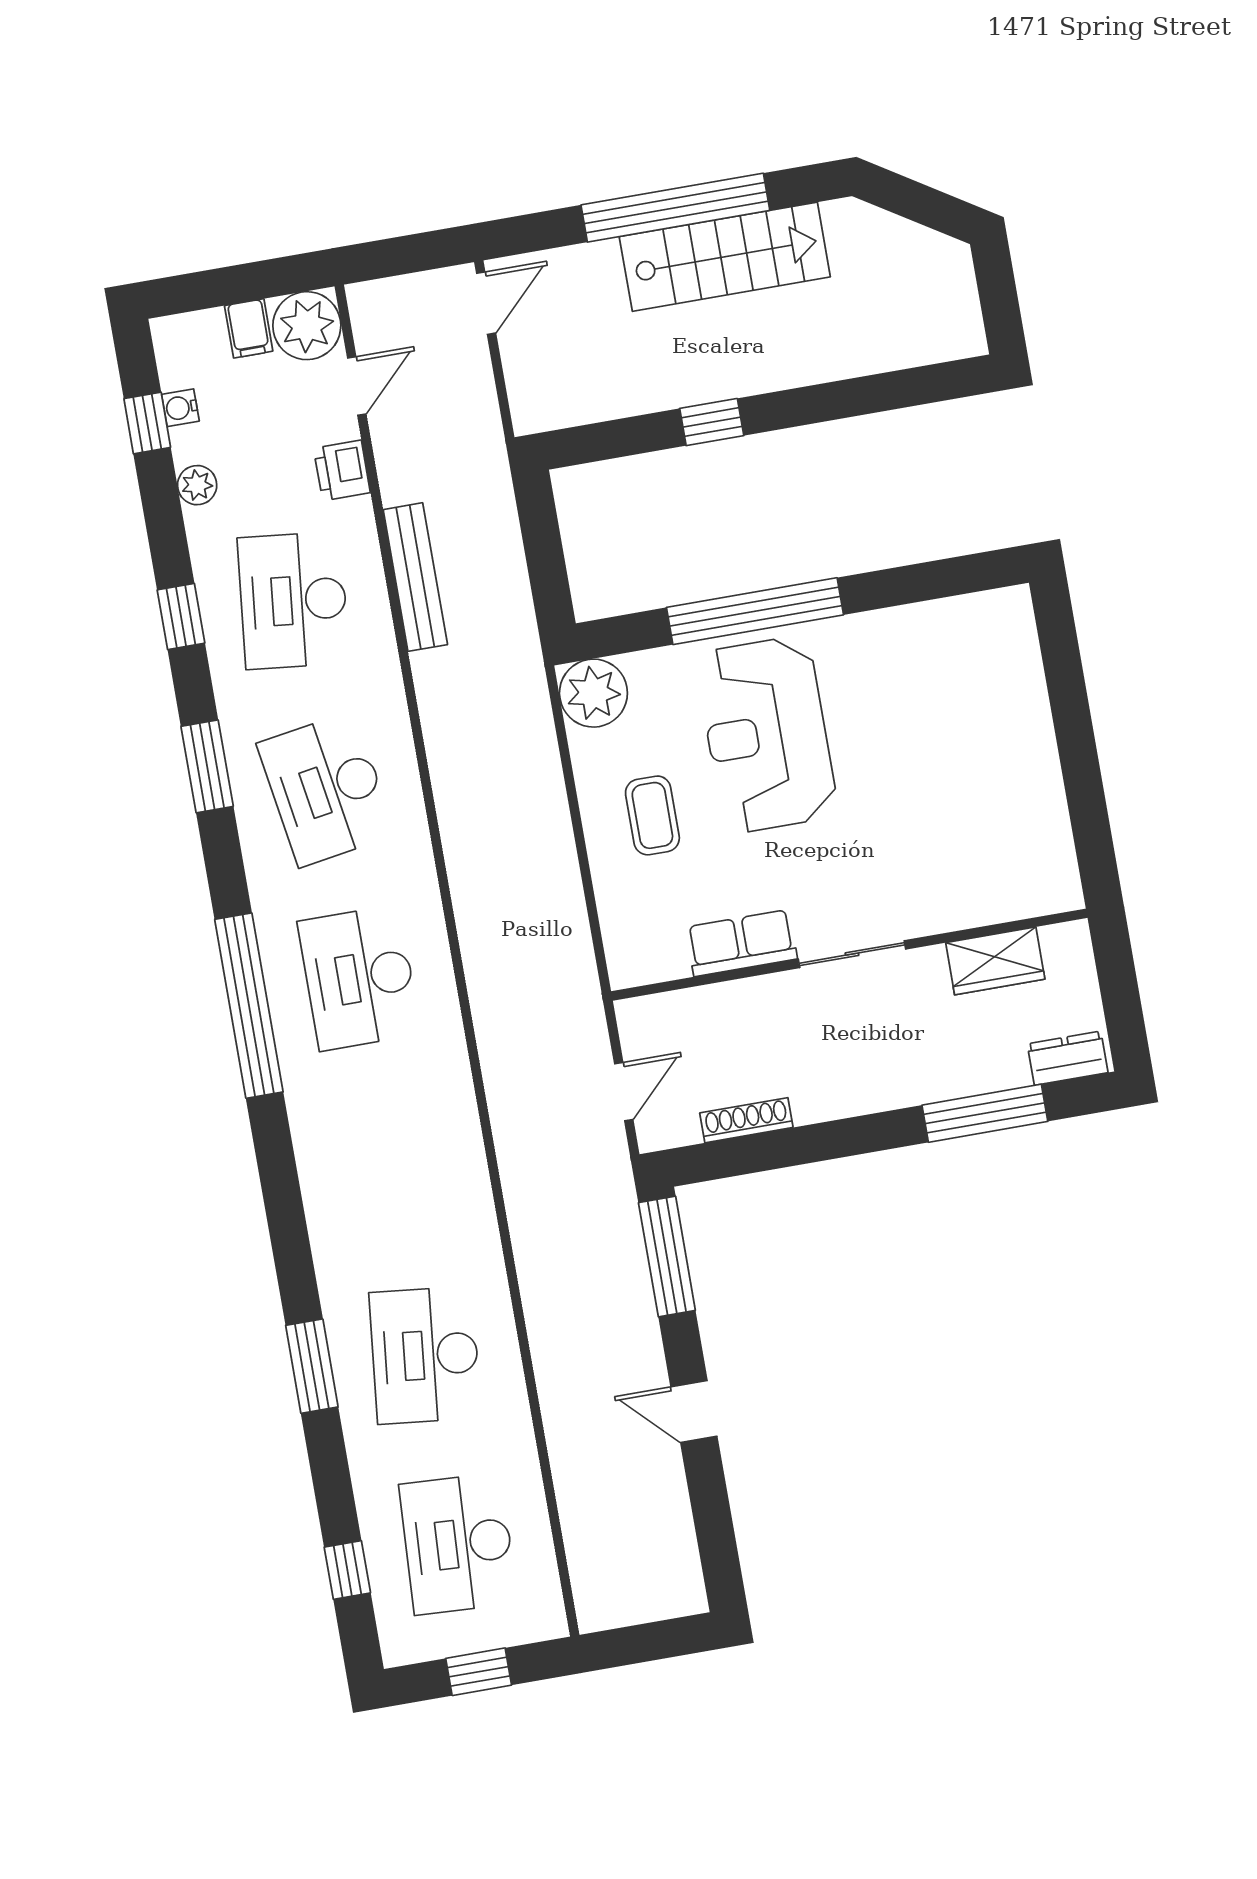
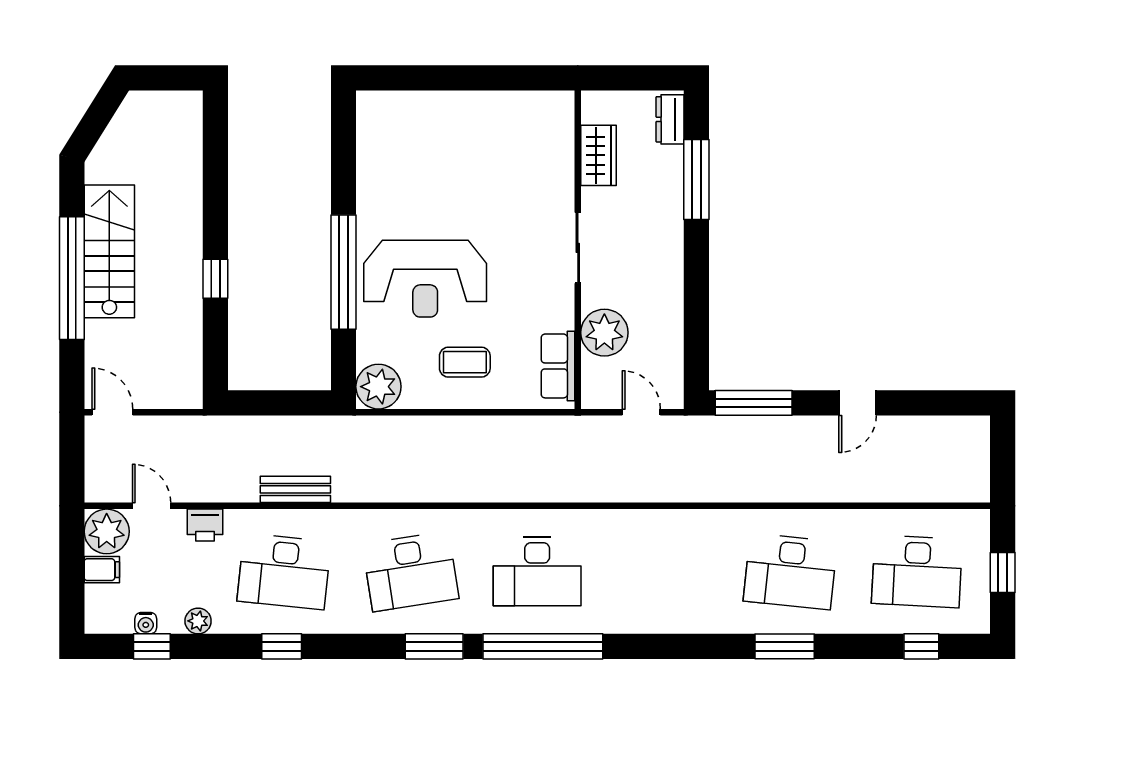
bench: (415, 577) -> (295, 489), width x0.73
window: (207, 766) -> (434, 646), moved
row of seats: (741, 943) -> (558, 366), moved
plant: (733, 1016) -> (604, 333), added
shoe rack: (746, 1120) -> (674, 336), removed

